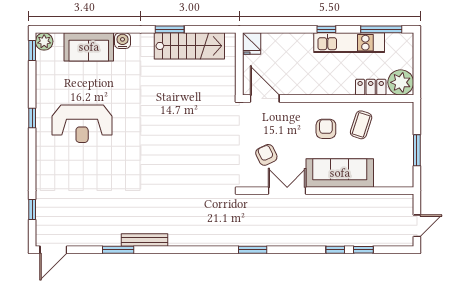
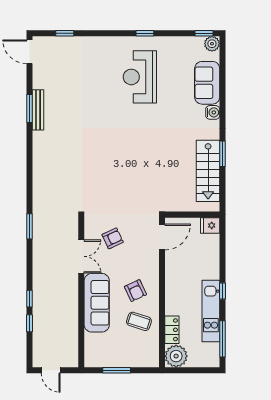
armchair: (326, 129) -> (135, 291), turned 65
bench: (145, 240) -> (38, 110), moved

